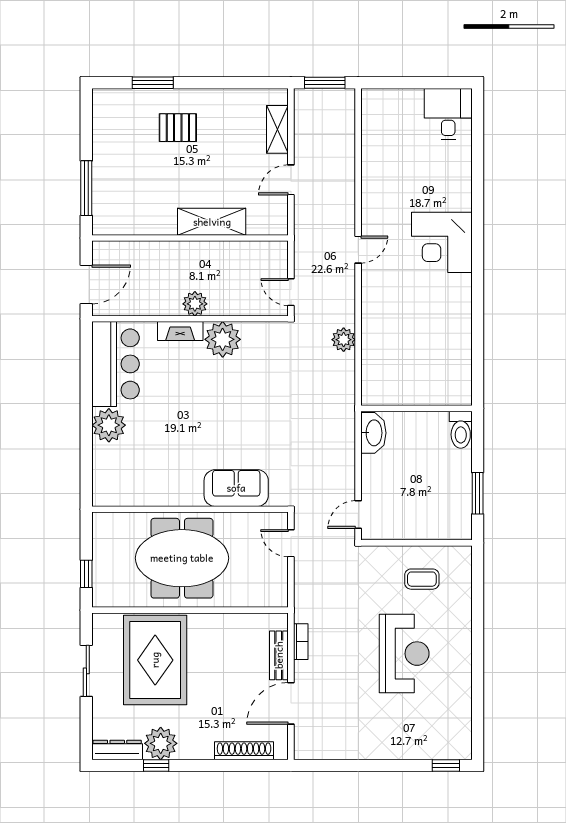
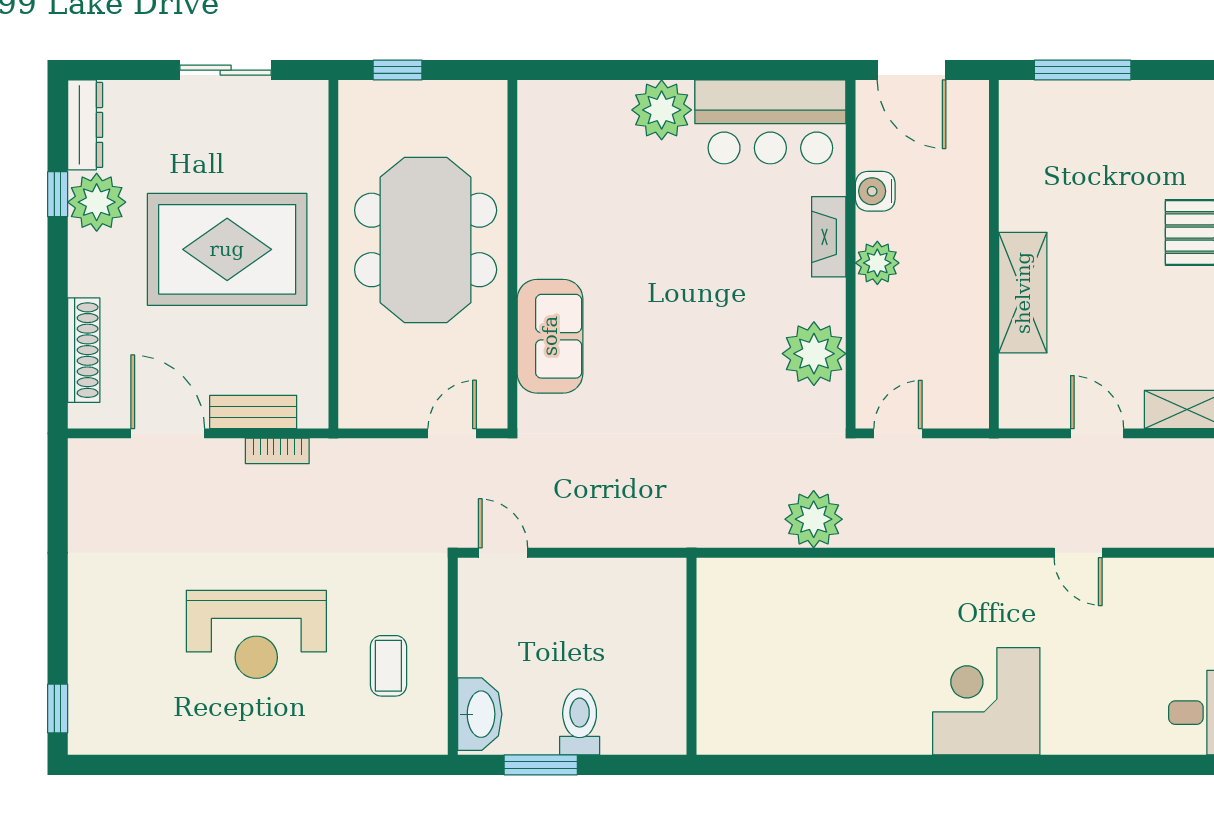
door: (358, 250) -> (1078, 553), moved
water cooler: (155, 305) -> (875, 191), added
plant: (223, 339) -> (814, 354), moved
plant: (344, 340) -> (814, 519), width x1.36, depth x1.36
toilet: (461, 430) -> (580, 722), moved, turned 90
washbasin: (373, 433) -> (480, 714), moved, turned -90
rug: (155, 660) -> (227, 249), moved

